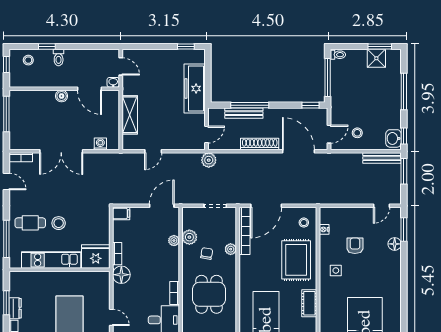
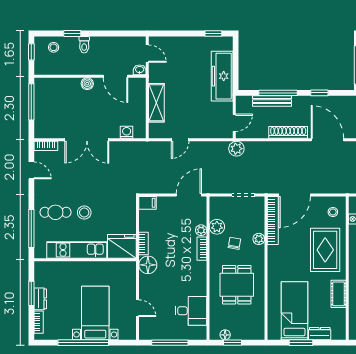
window: (311, 105) -> (319, 93), moved
bookcase: (175, 293) -> (202, 249), moved

